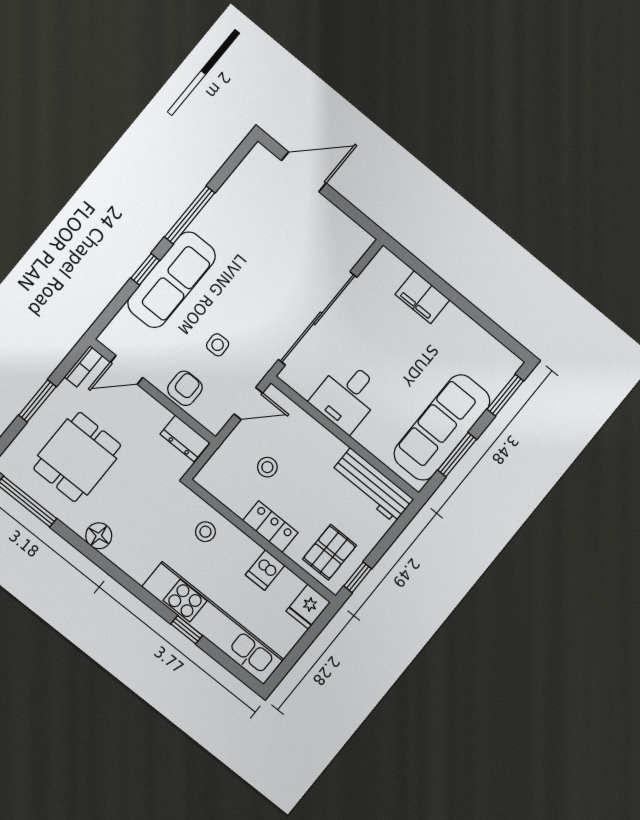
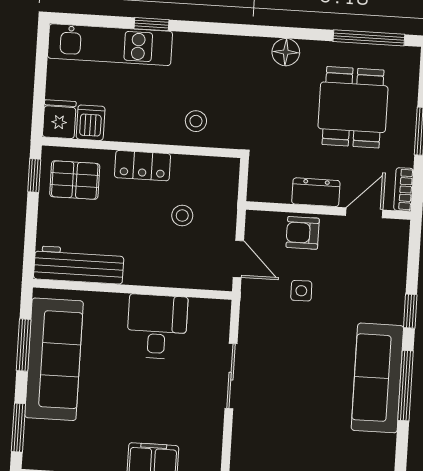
sofa: (172, 280) -> (377, 378), moved
sliding door: (318, 318) -> (231, 376), width x0.54
armchair: (185, 388) -> (303, 233), turned 90
door: (248, 403) -> (238, 259), swing flipped
dresser: (185, 438) -> (316, 192), moved
pallet: (330, 552) -> (75, 180), turned 90
dishwasher: (265, 570) -> (91, 123), moved
kitchen unit: (213, 623) -> (110, 45), width x0.73

